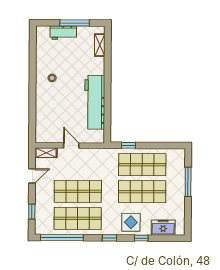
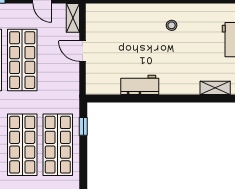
workbench: (95, 102) -> (140, 85), width x0.53, depth x0.76
door: (71, 146) -> (83, 51), swing flipped

